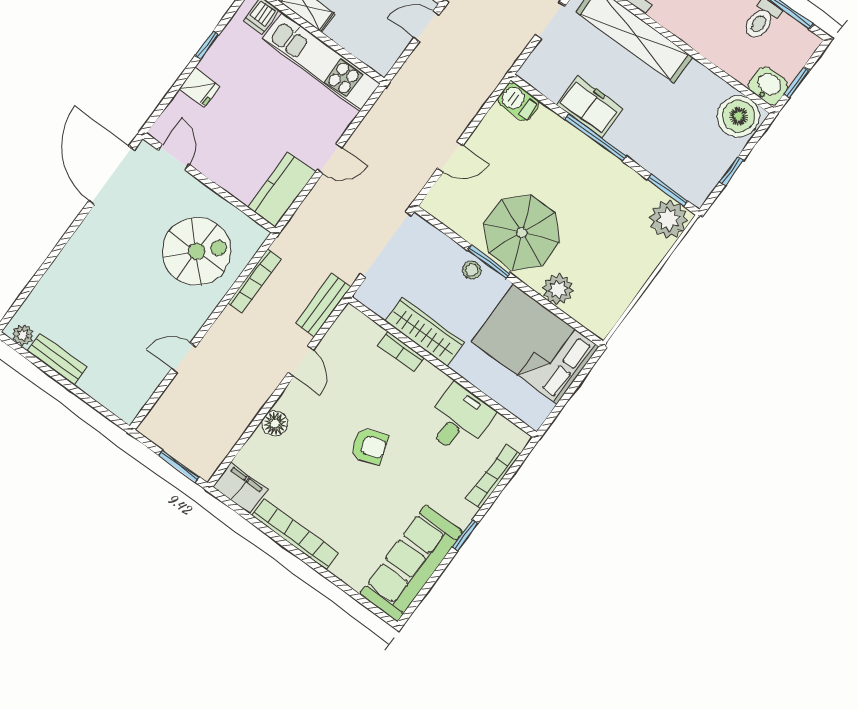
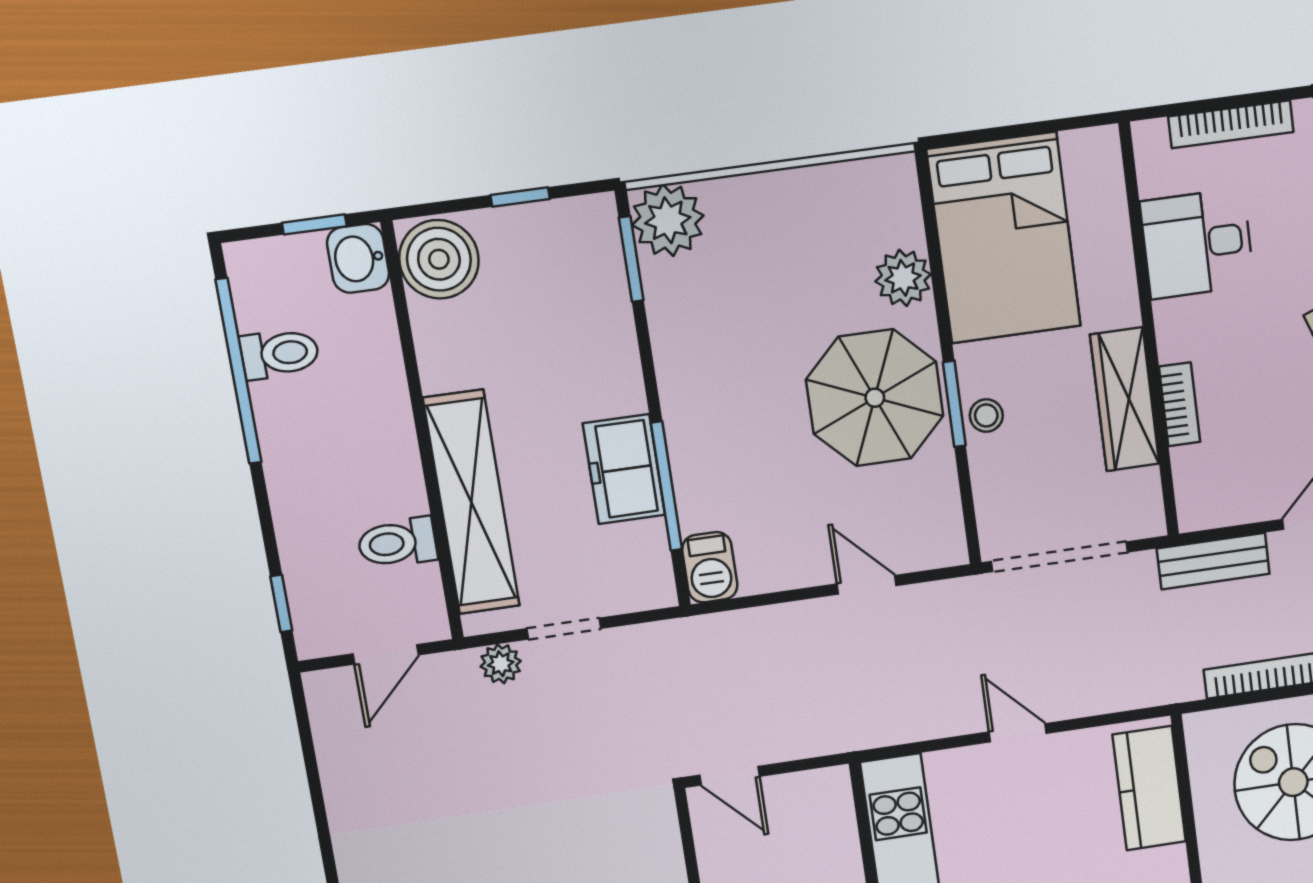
window: (596, 138) -> (666, 486), moved
kitchen counter: (282, 190) -> (1149, 788), moved, turned 90

